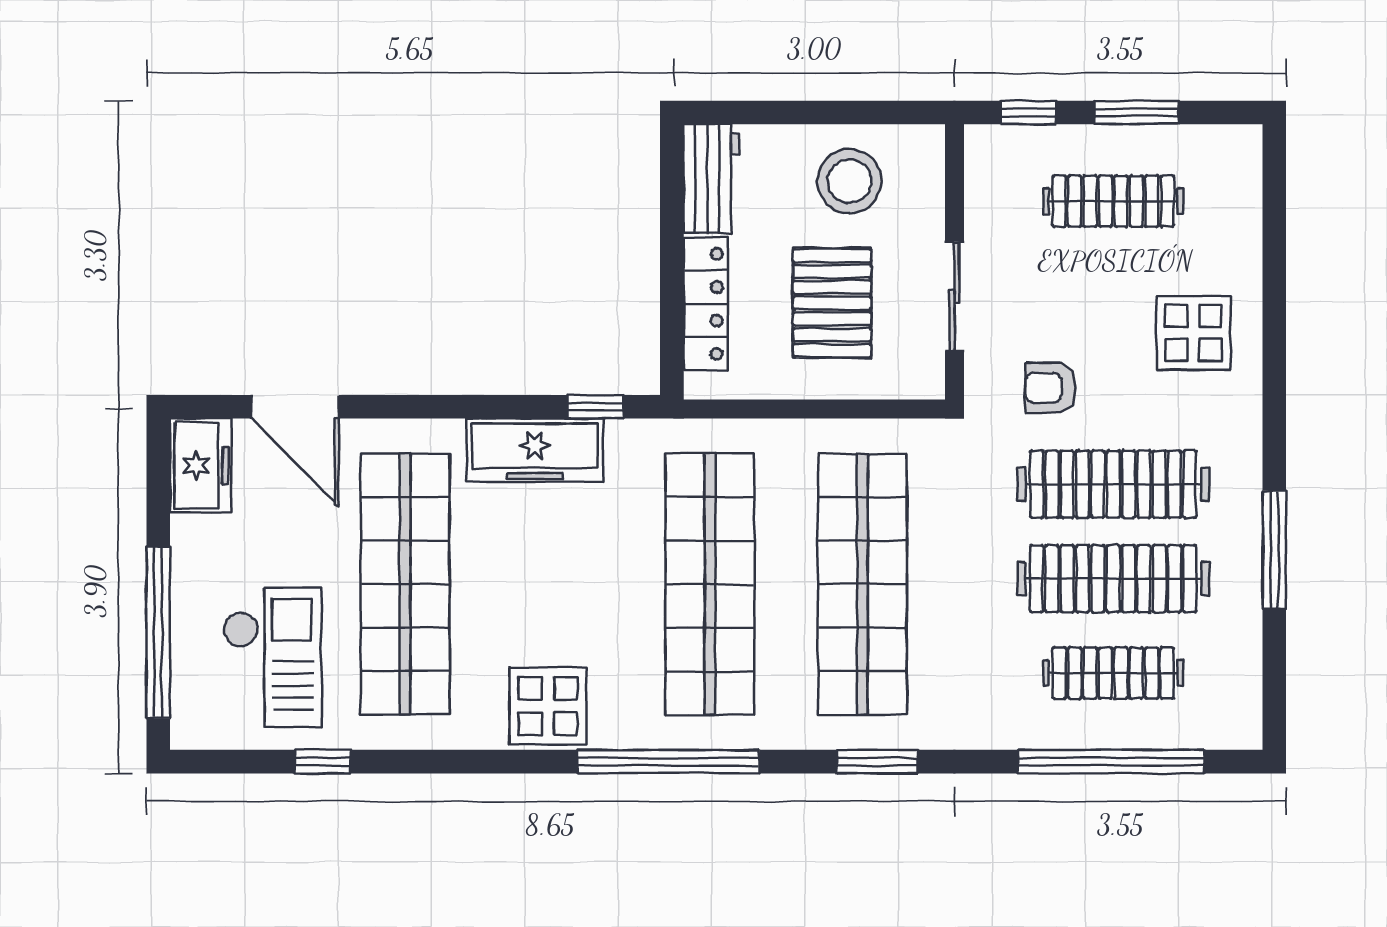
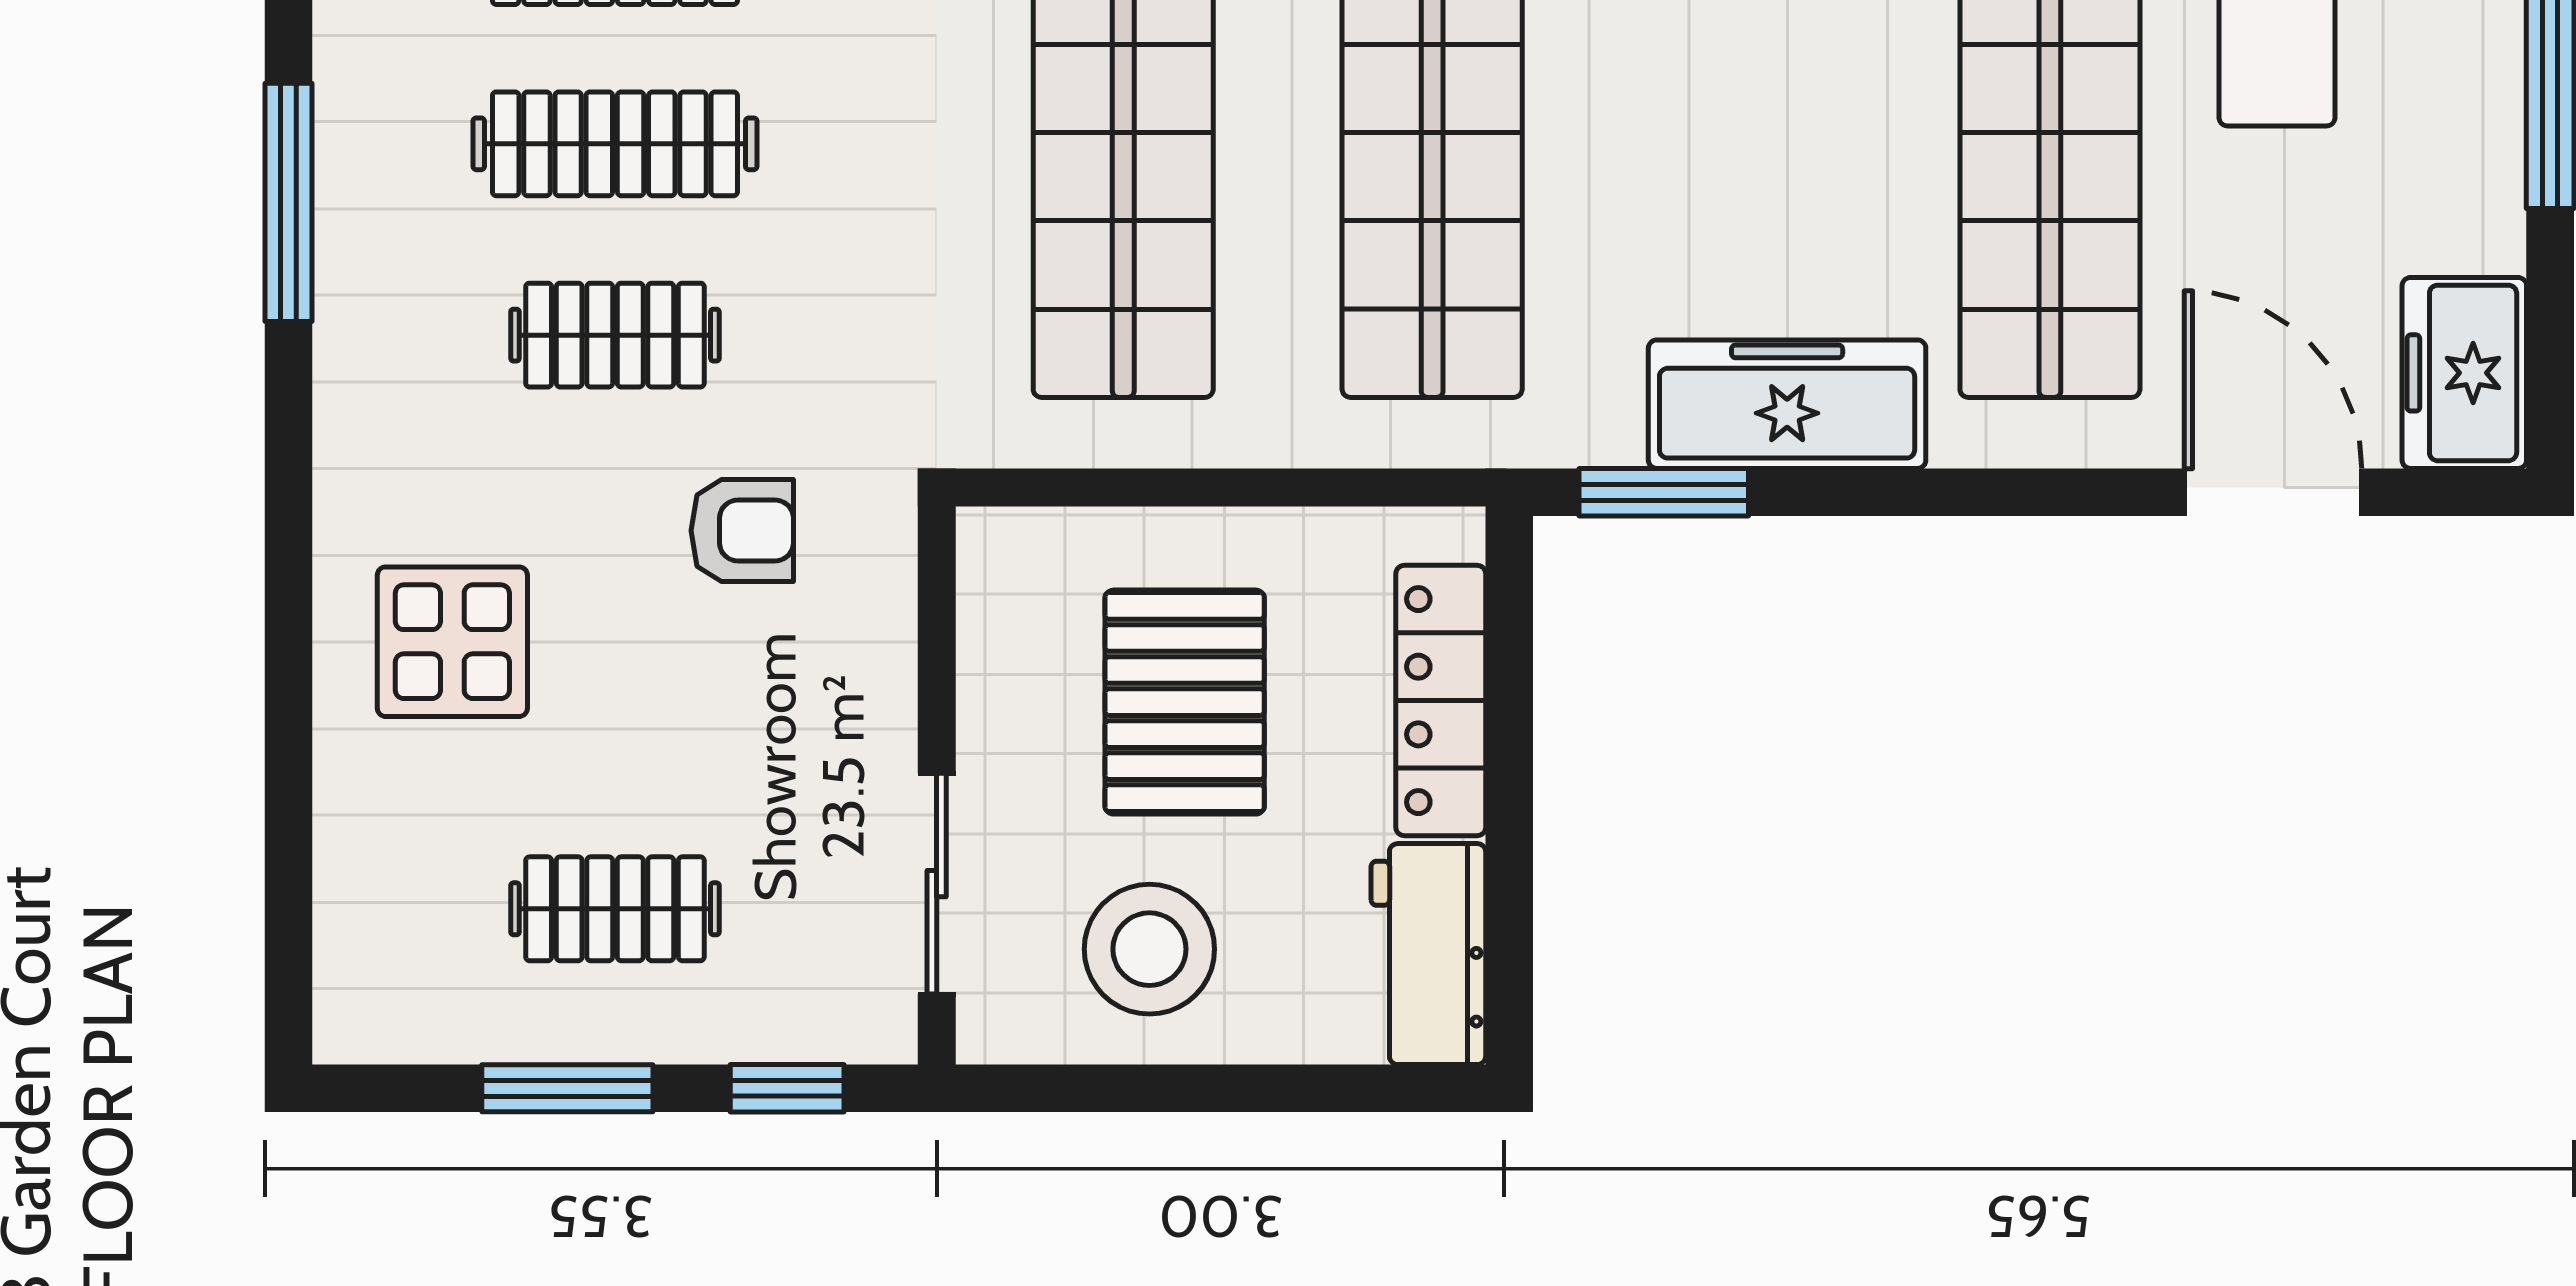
clothes rail: (1113, 201) -> (615, 909), width x0.73
sliding door: (954, 296) -> (937, 884), moved
window: (596, 407) -> (1664, 492), width x1.50
clothes rail: (1113, 484) -> (615, 335), width x0.54, depth x0.76
clothes rail: (1113, 579) -> (615, 144), width x0.73, depth x0.76

